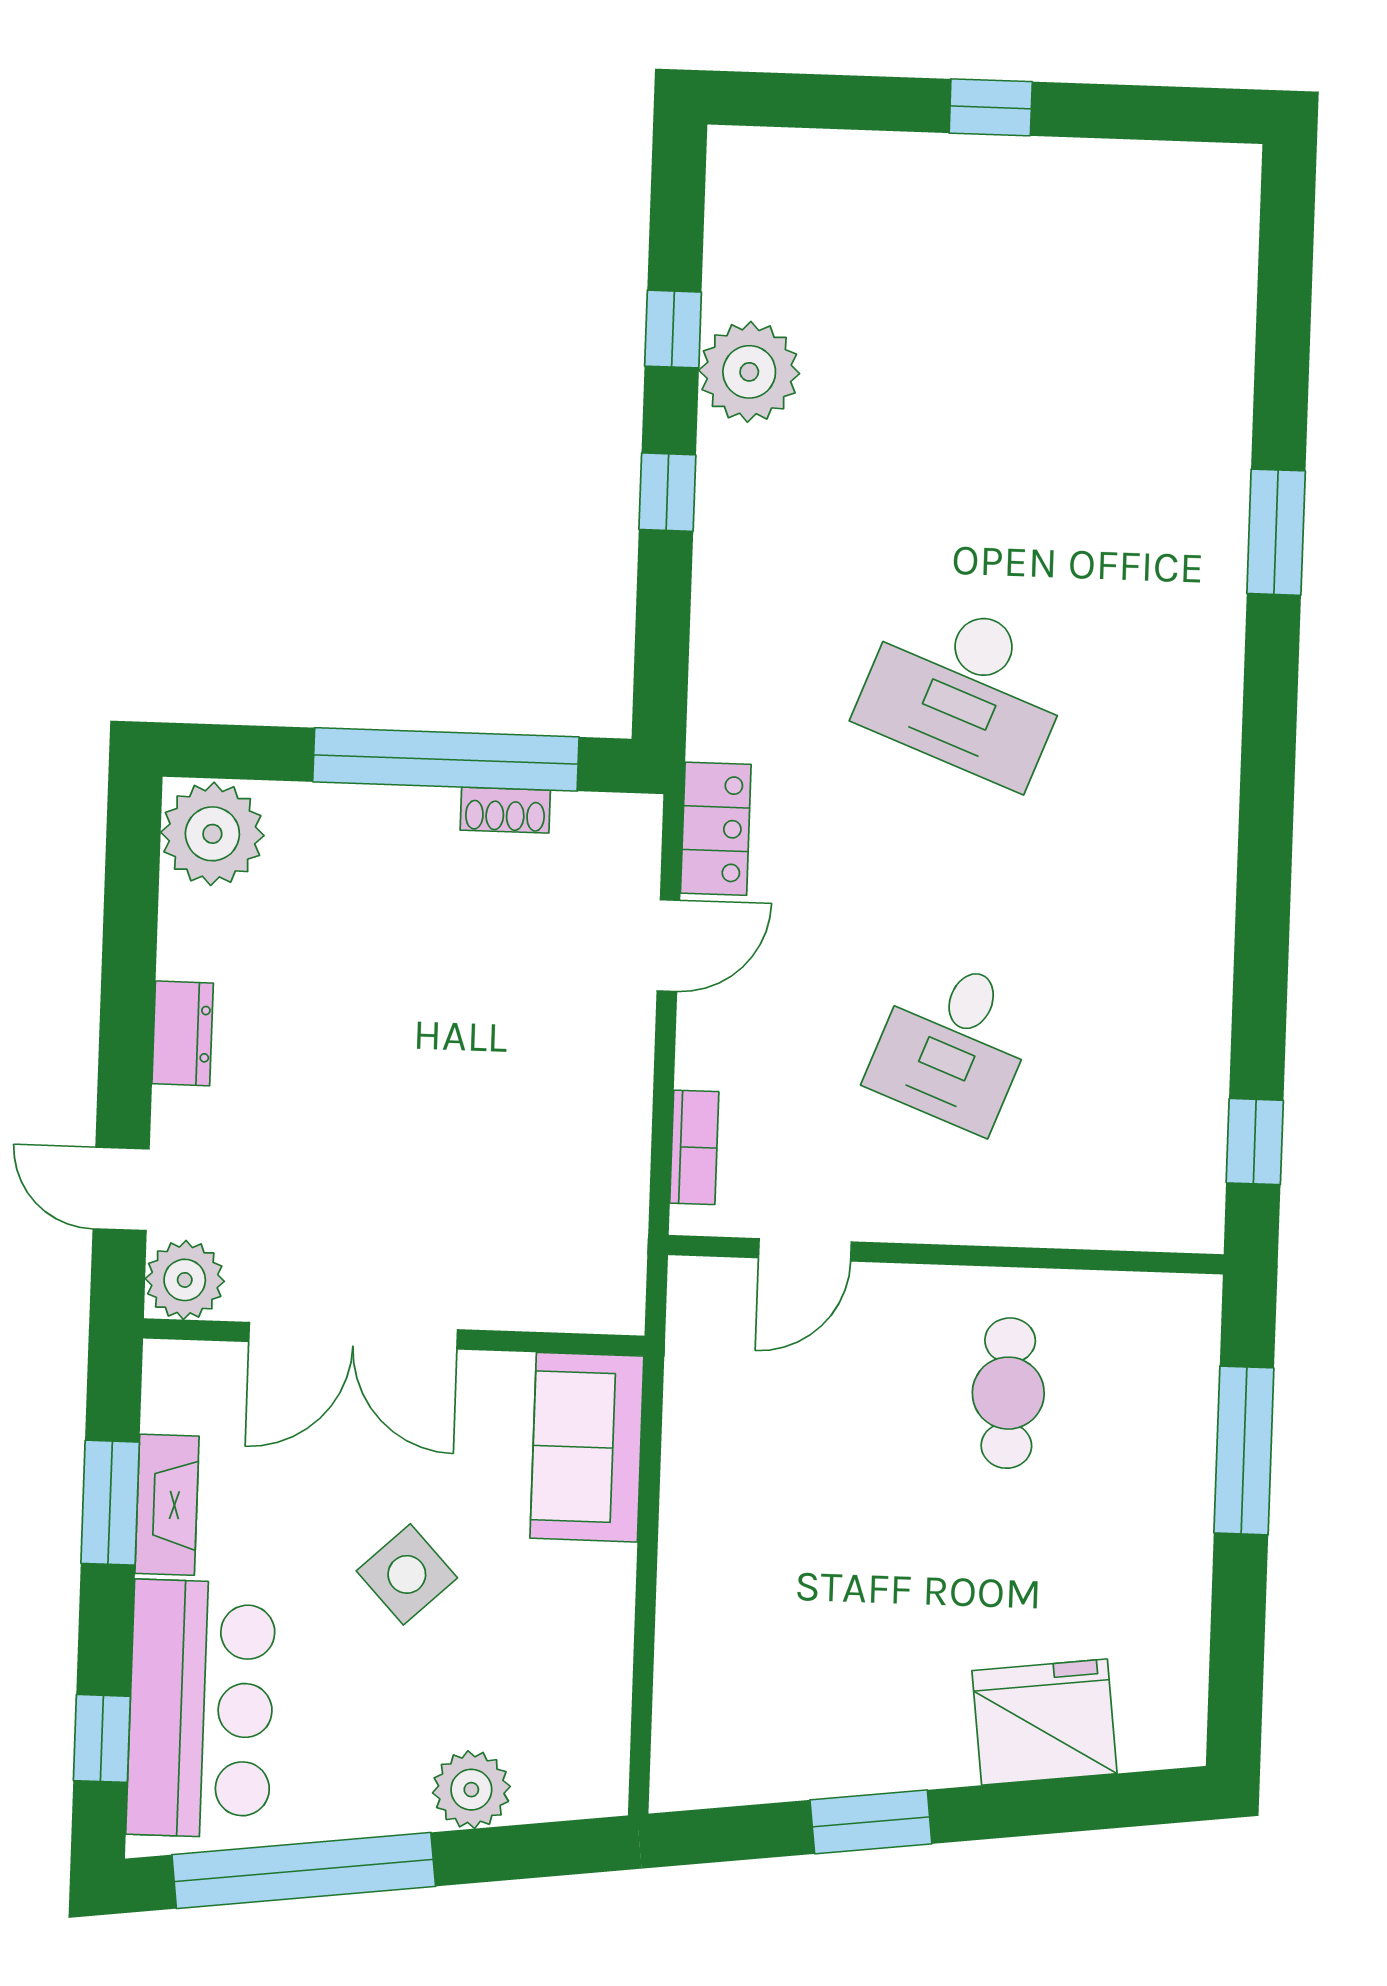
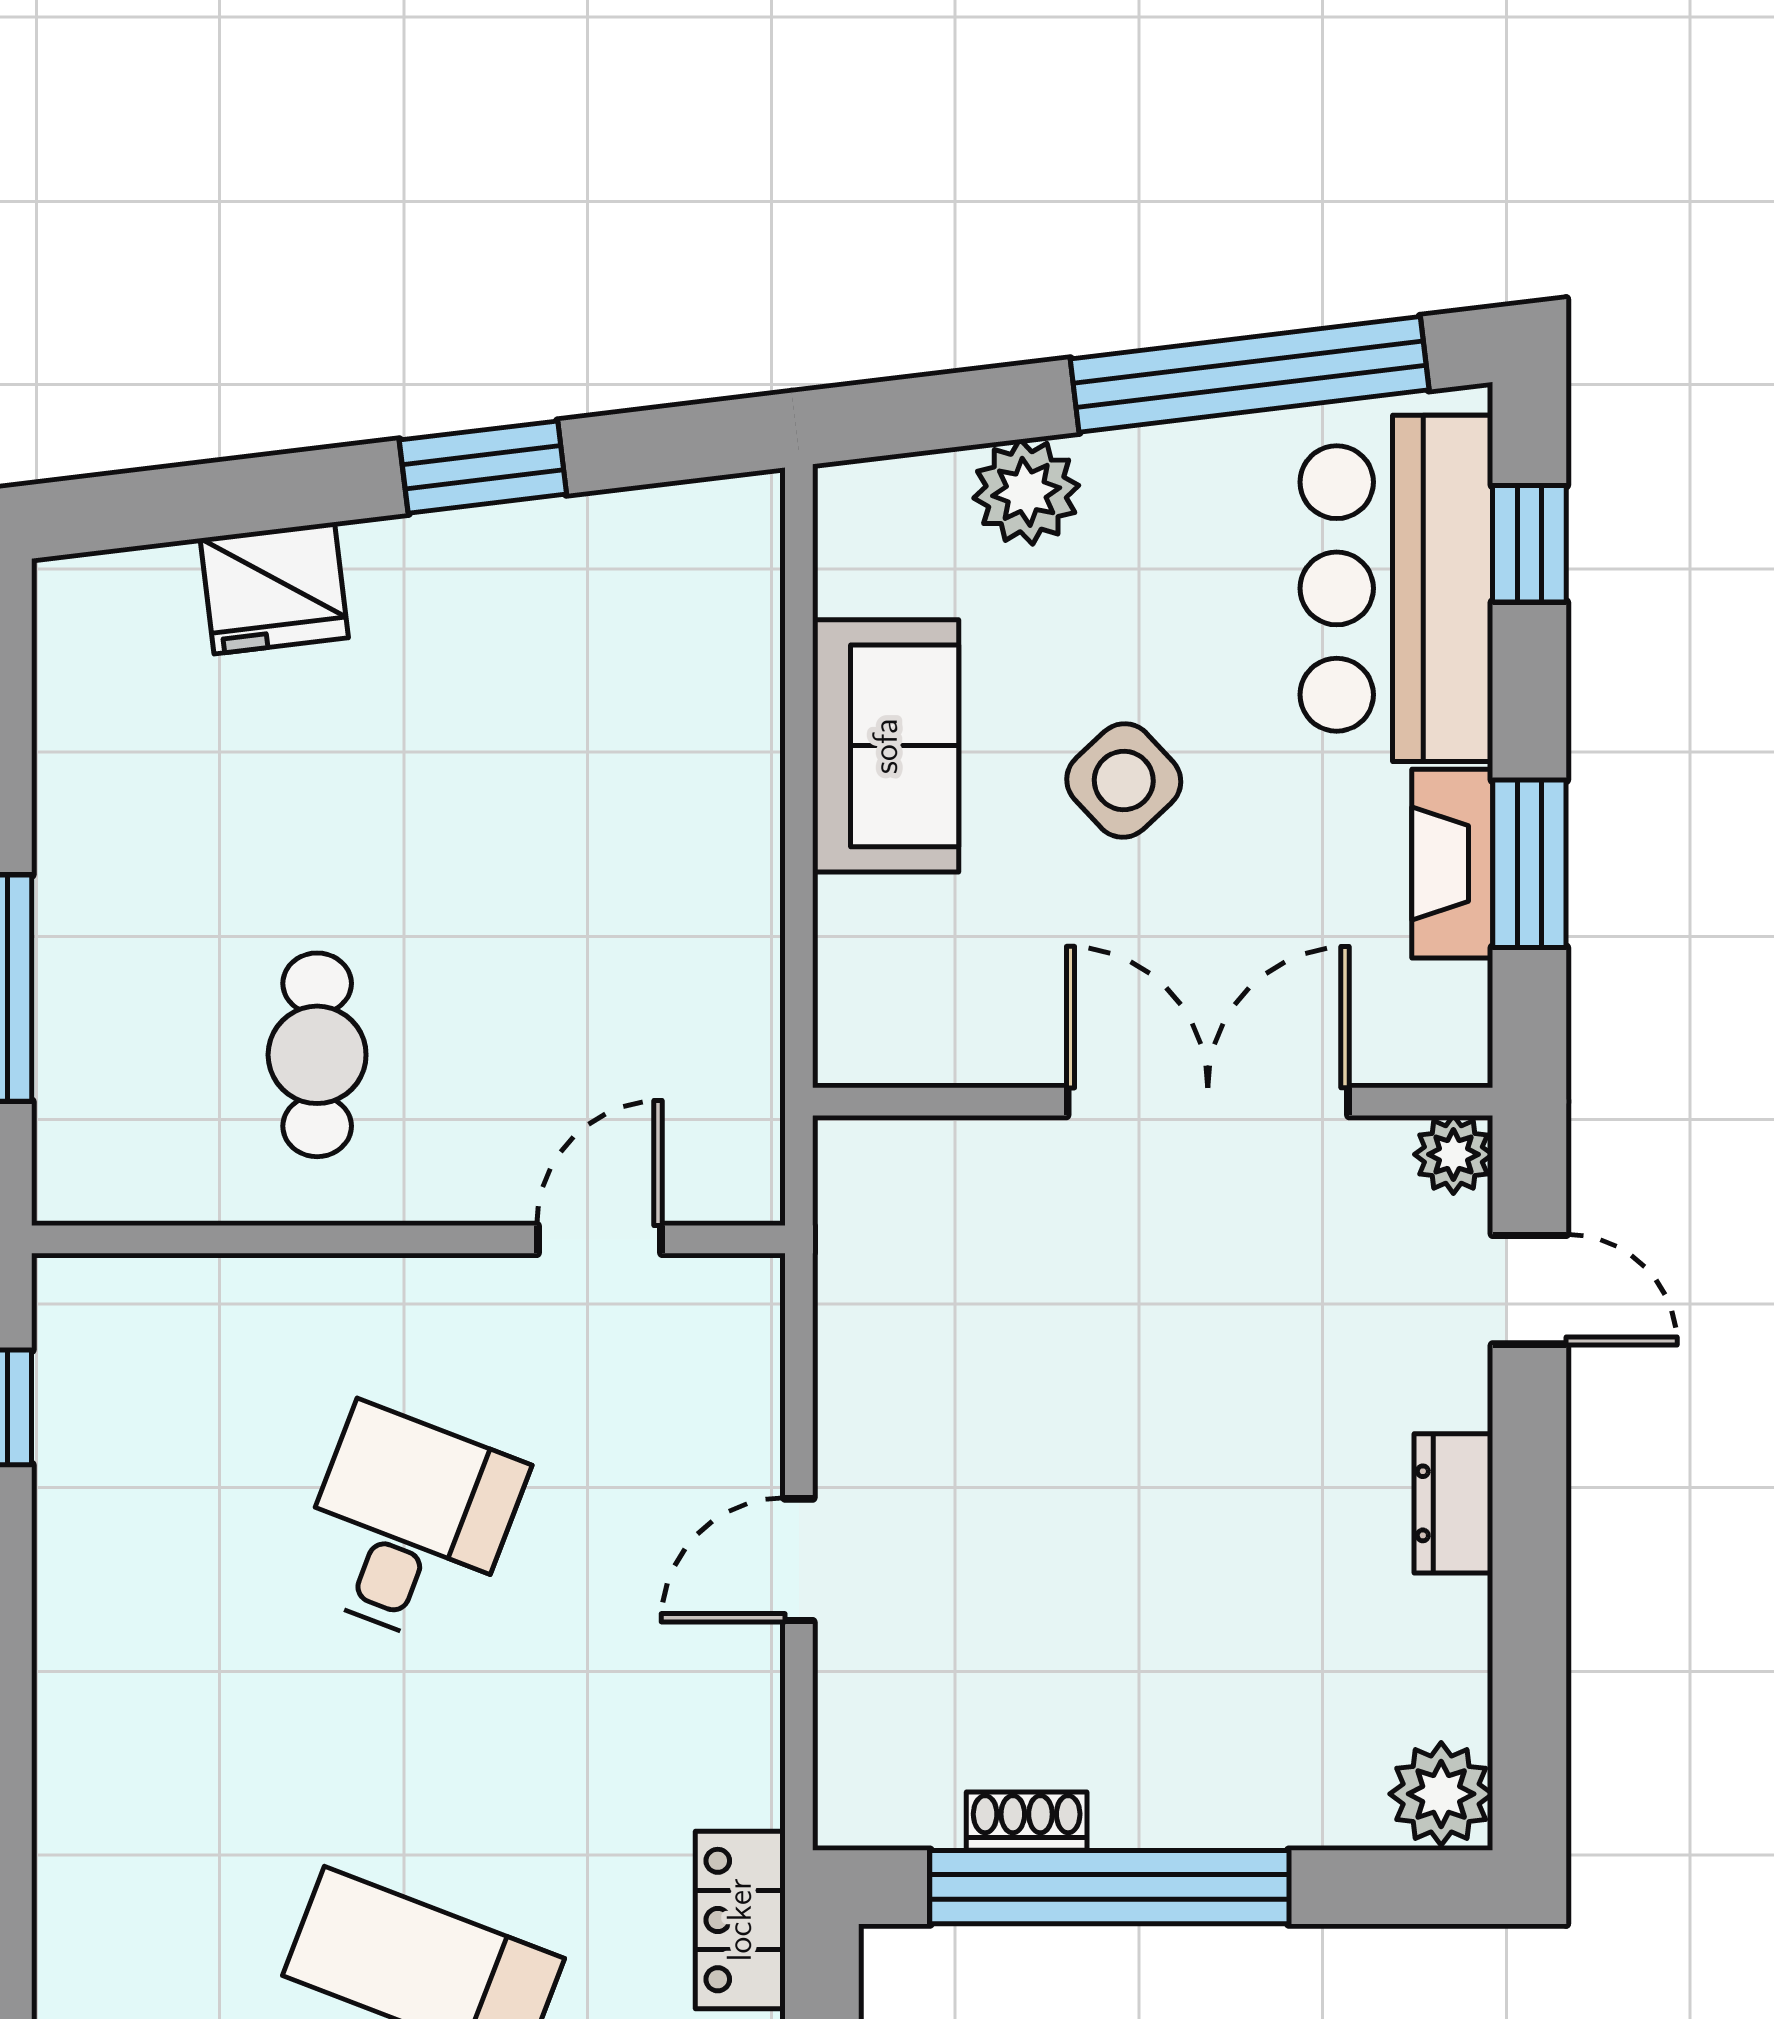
locker: (716, 829) -> (740, 1920), moved
plant: (212, 834) -> (1441, 1794), width x0.73, depth x0.73
door: (668, 946) -> (799, 1560), moved
bookcase: (694, 1147) -> (754, 1373), removed
plant: (185, 1280) -> (1453, 1154), width x0.73, depth x0.73
sofa: (587, 1447) -> (886, 746), moved
fridge: (1045, 1722) -> (274, 588), width x0.73, depth x0.75

